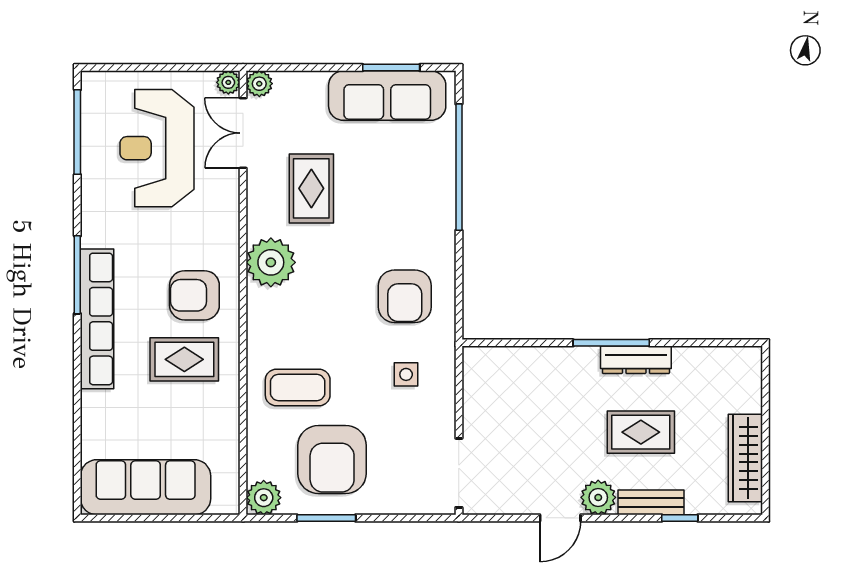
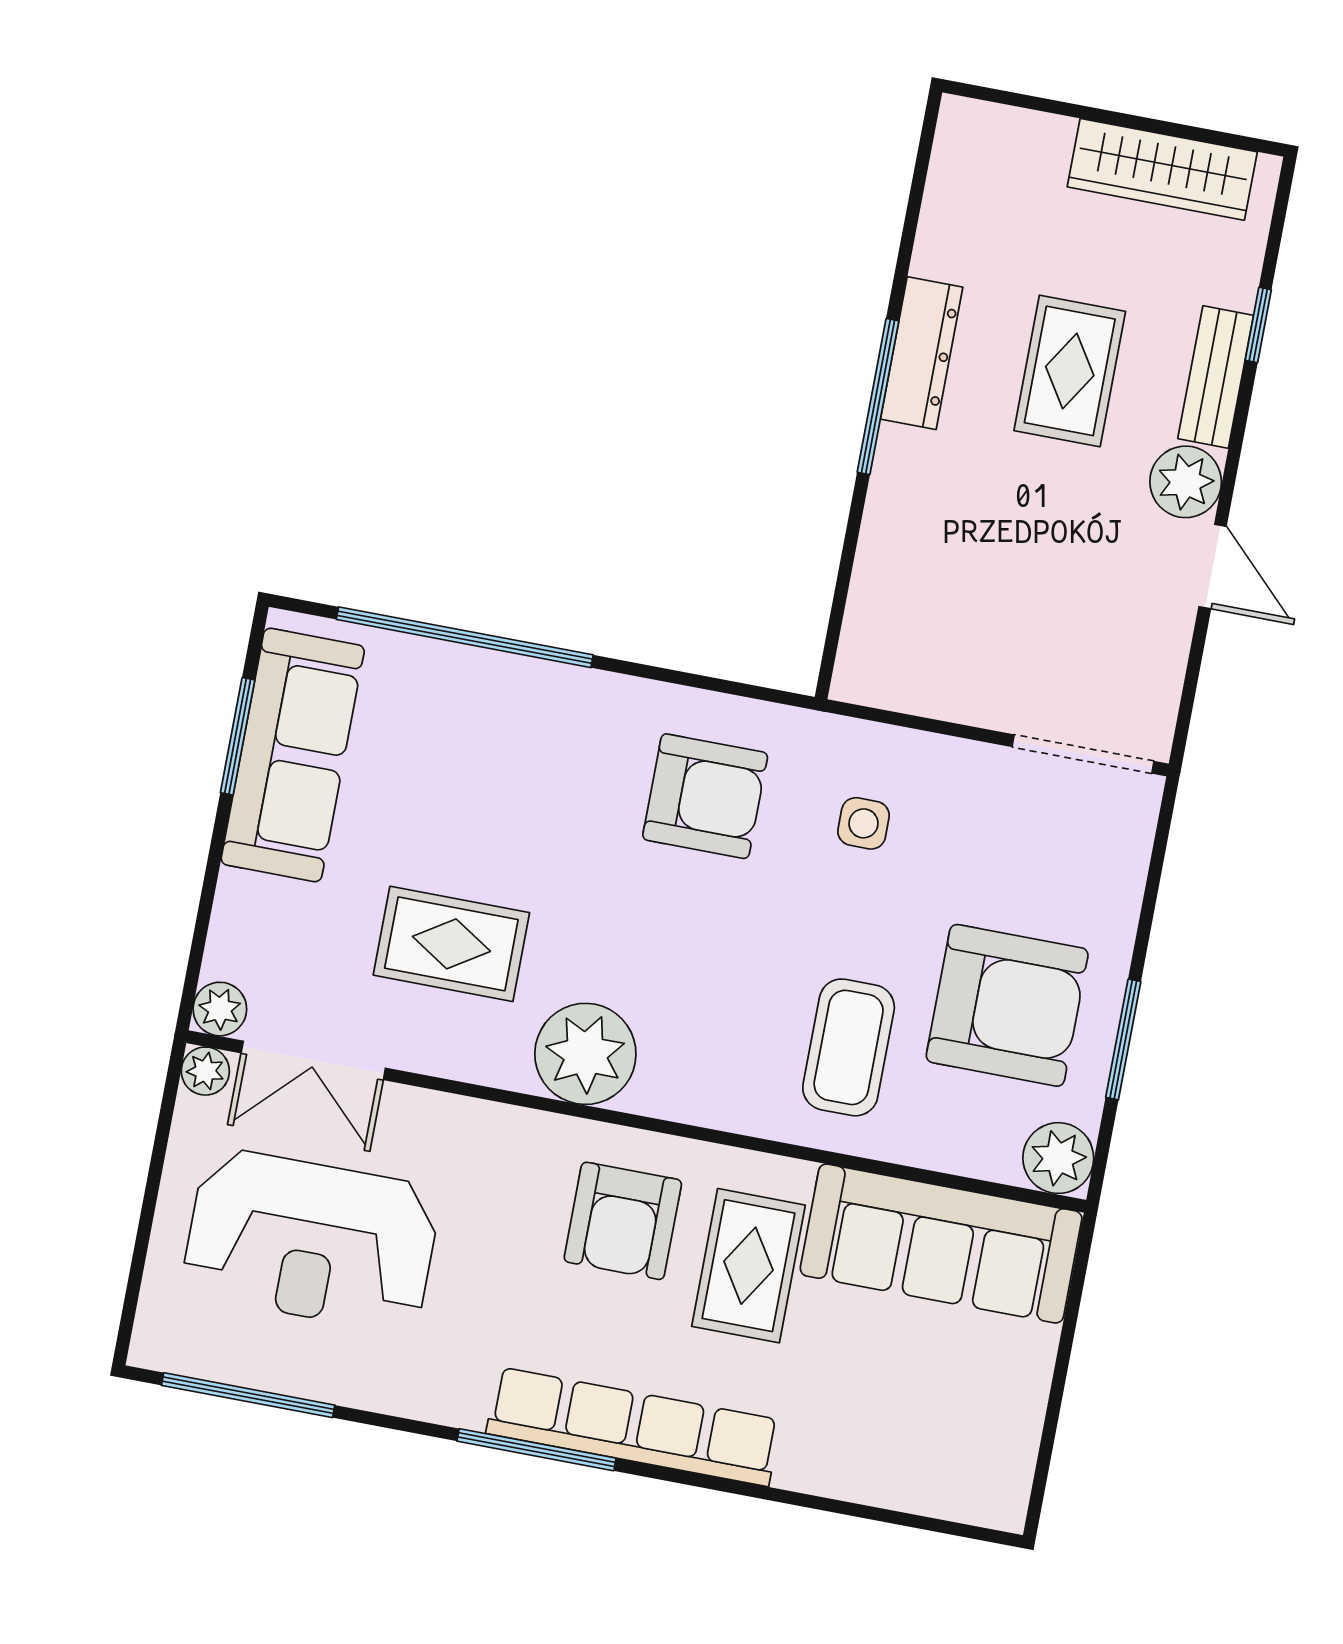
sofa: (146, 487) -> (941, 1244), moved, turned -90

